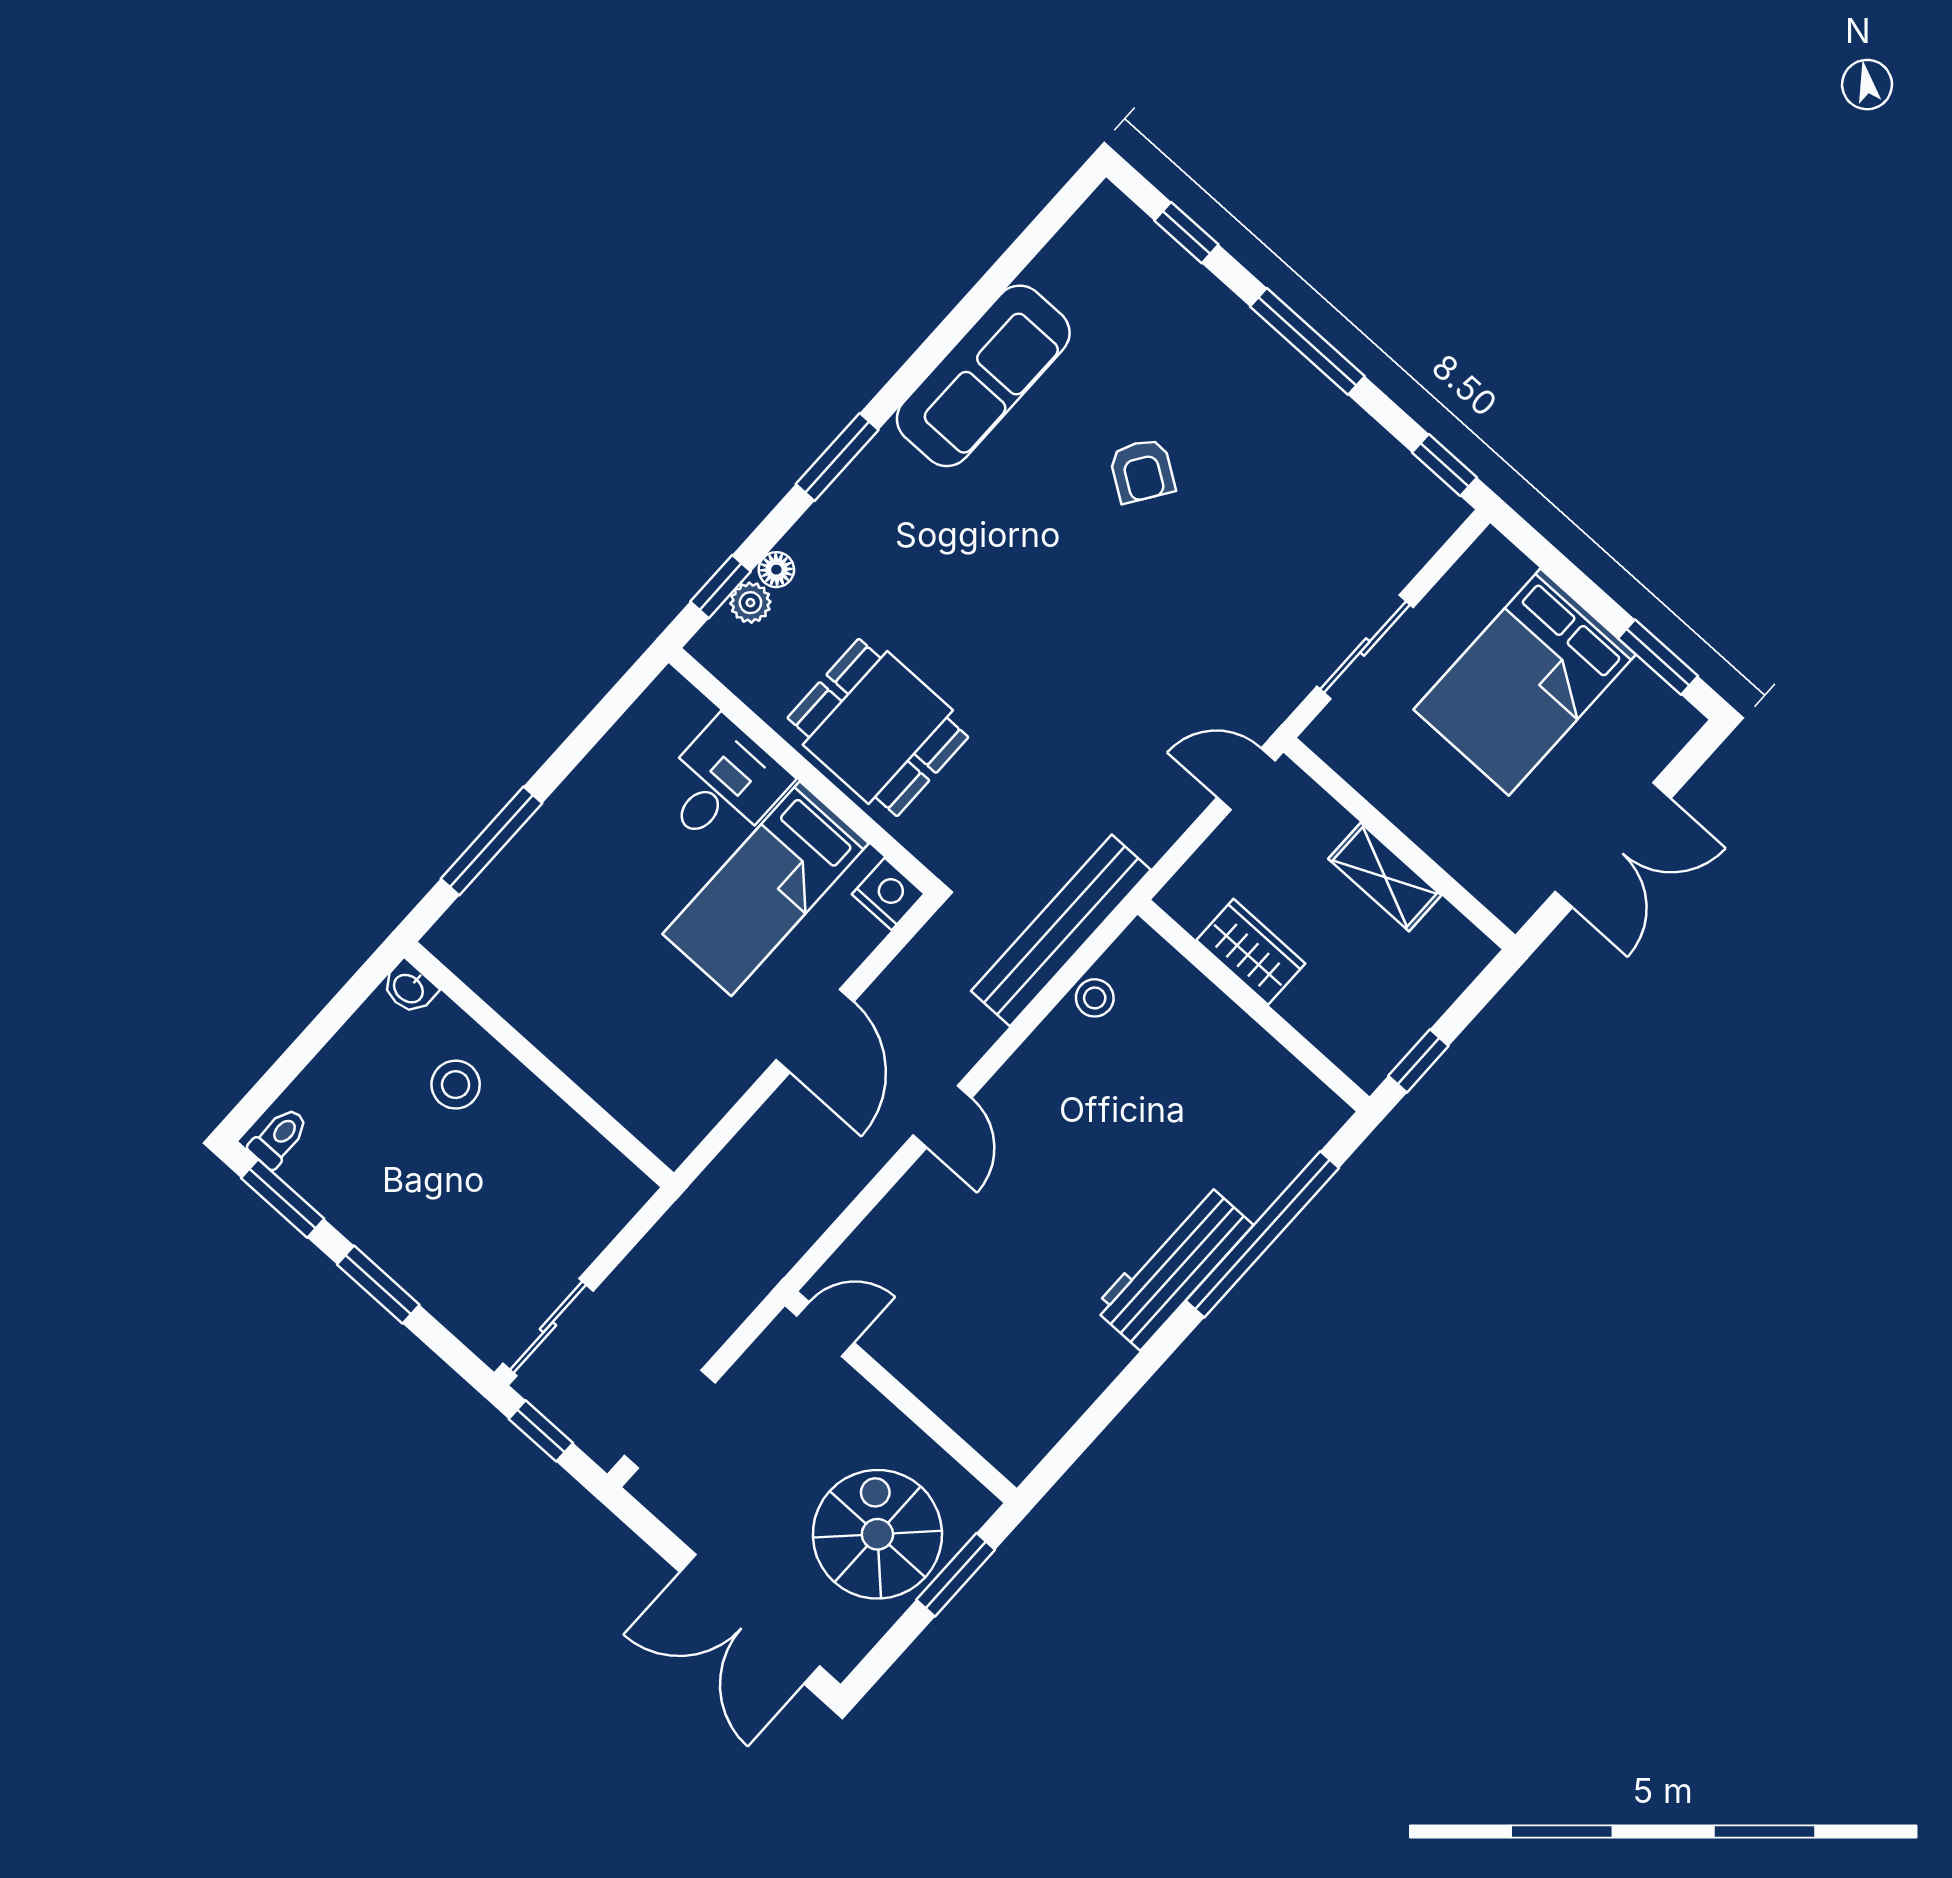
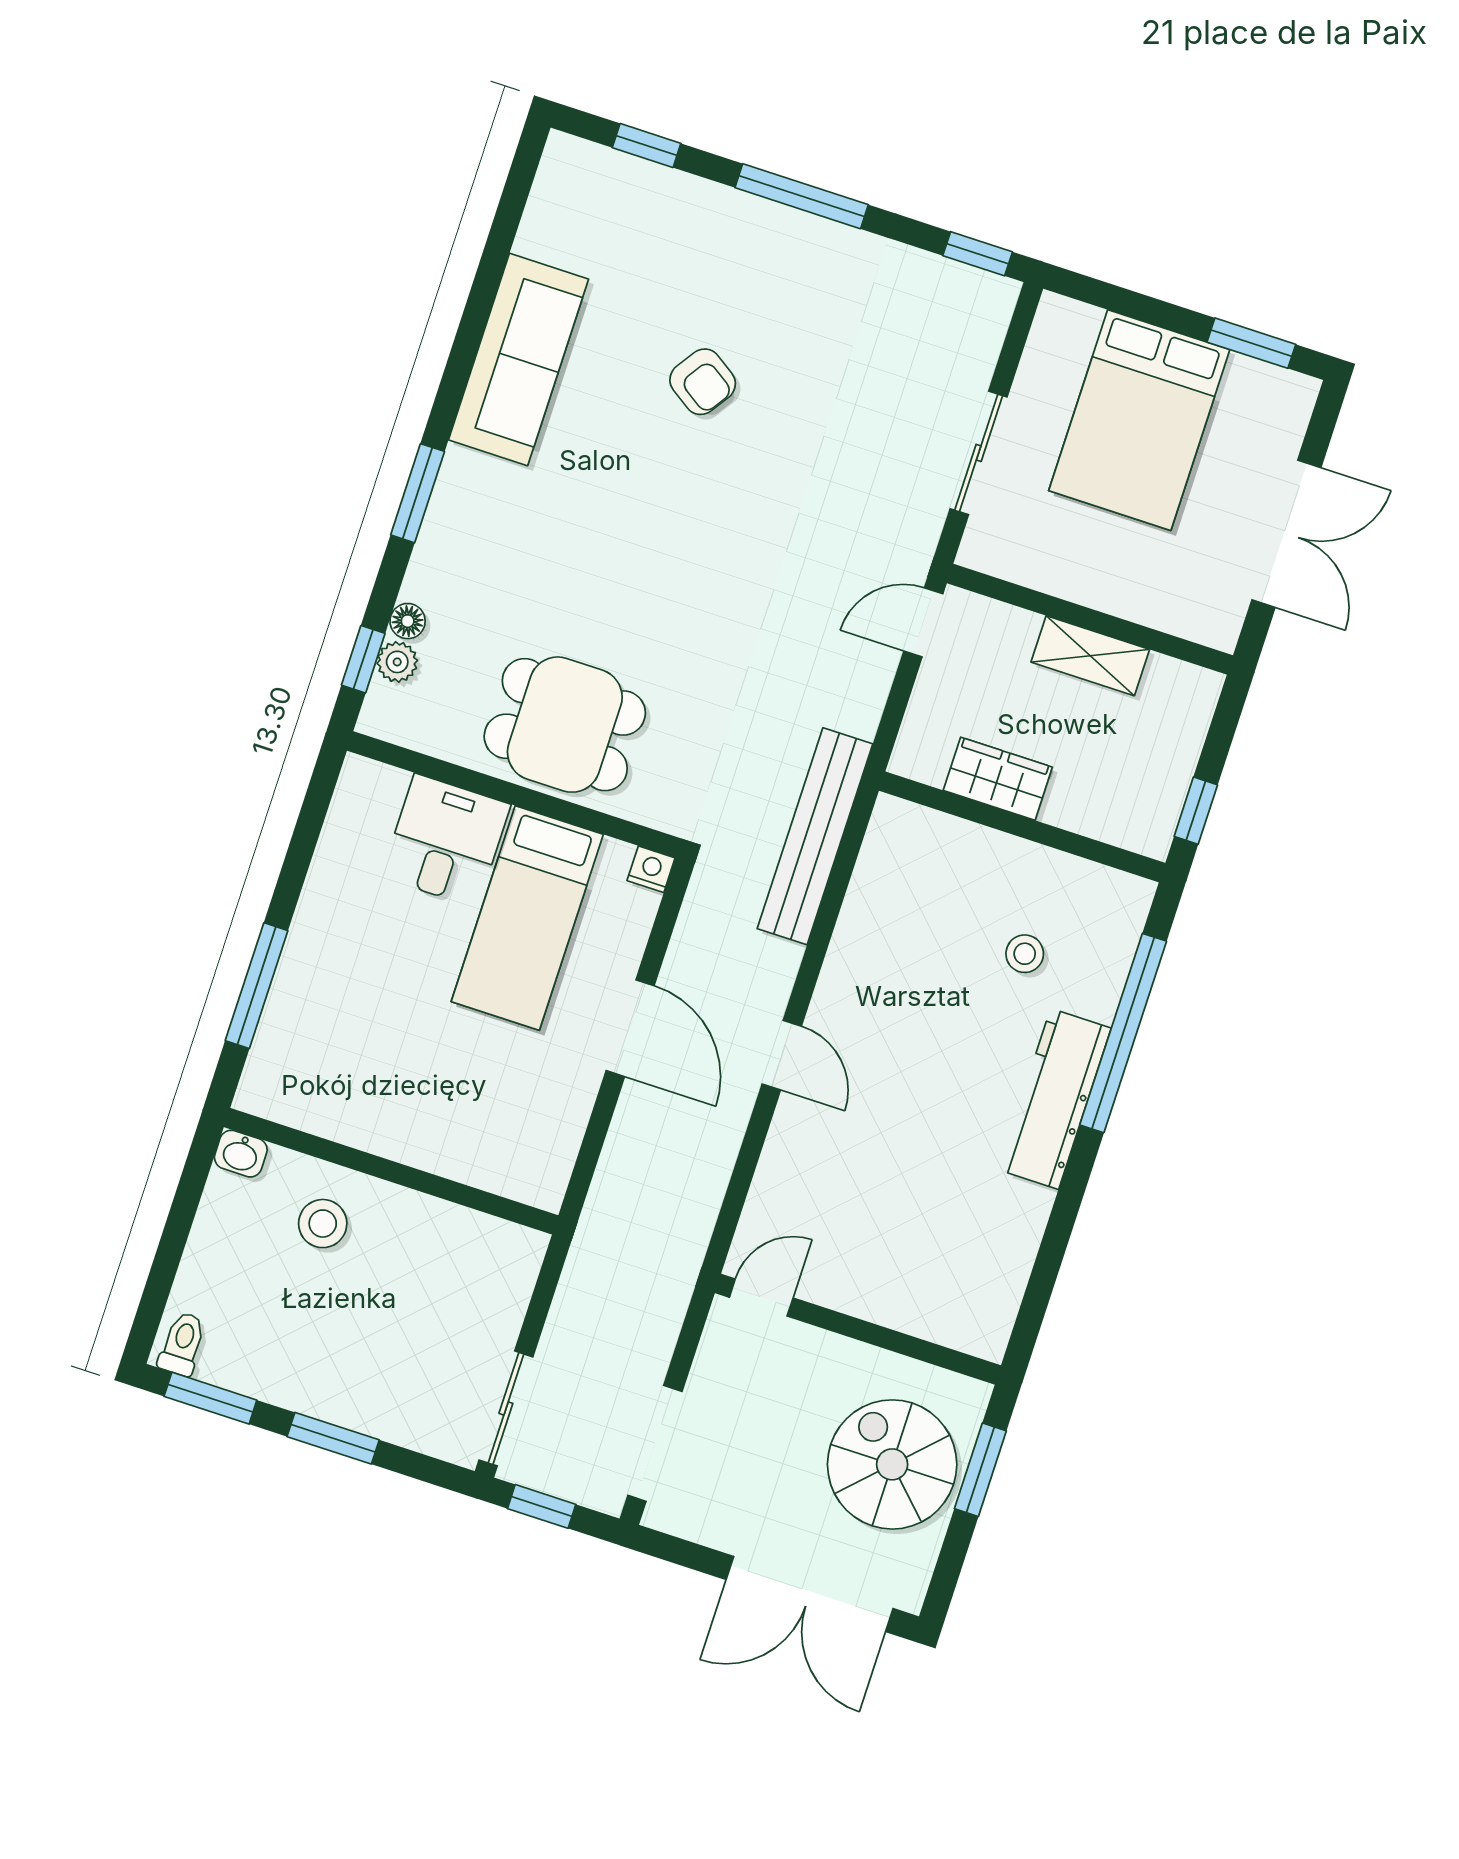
nightstand: (888, 894) -> (651, 869), width x0.72, depth x0.74
stool: (1095, 998) -> (1025, 954), moved

